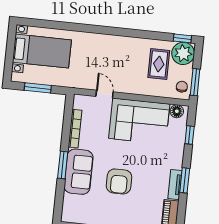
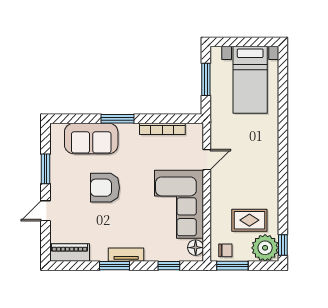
sofa: (79, 172) -> (91, 138), moved
tv unit: (175, 185) -> (126, 255), moved

